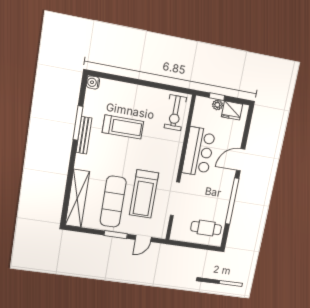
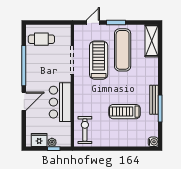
shelving: (77, 198) -> (152, 41), width x0.68

